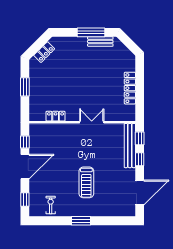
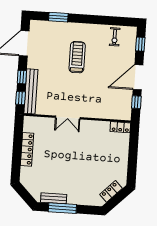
window: (25, 87) -> (133, 158), removed
locker: (56, 116) -> (120, 127), moved
window: (81, 221) -> (58, 17), moved

